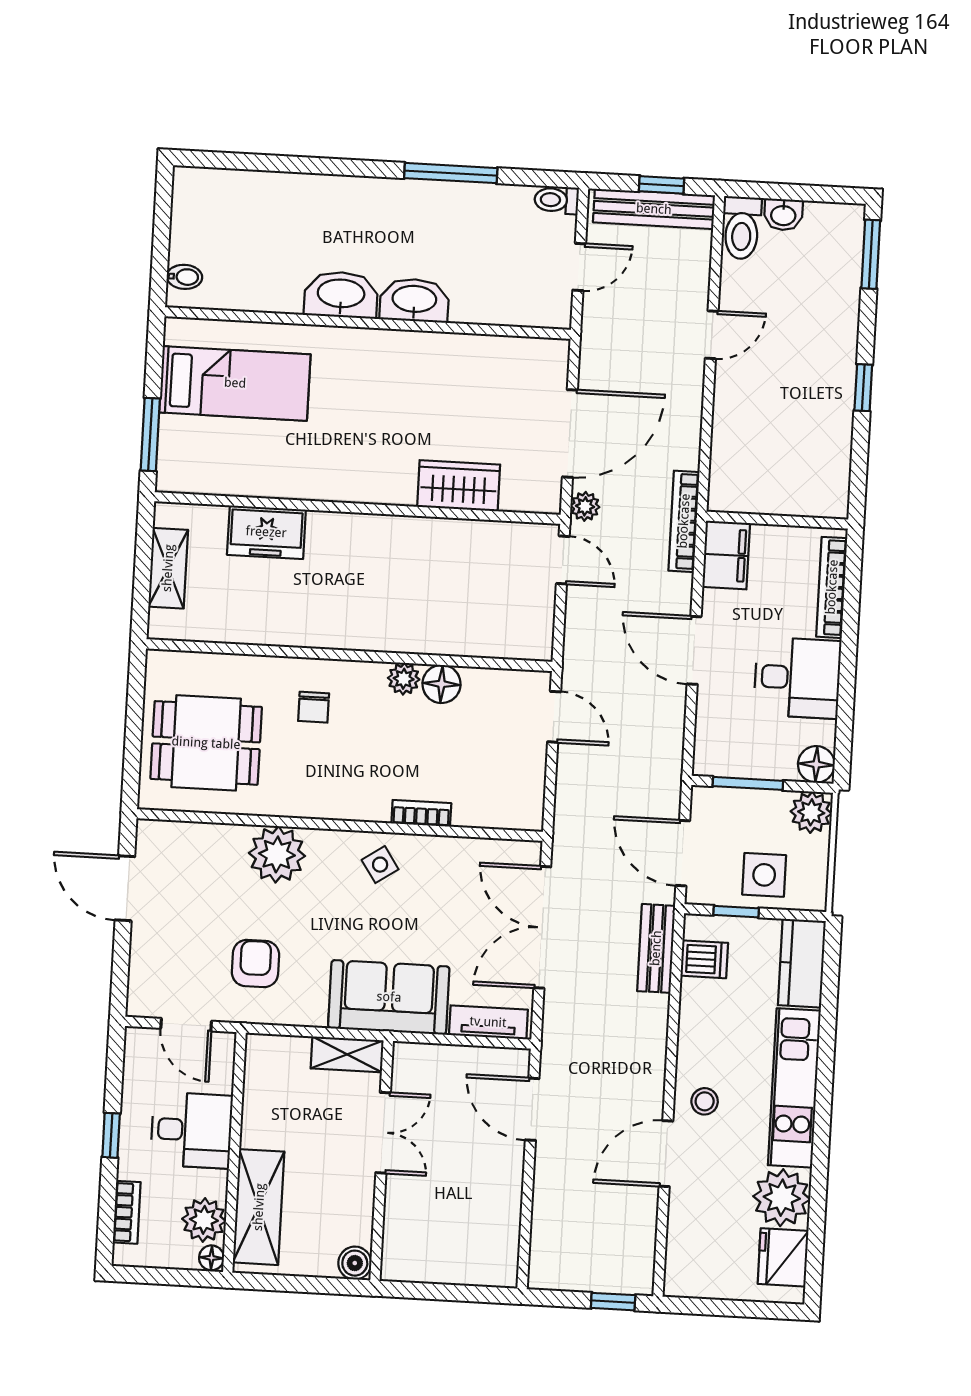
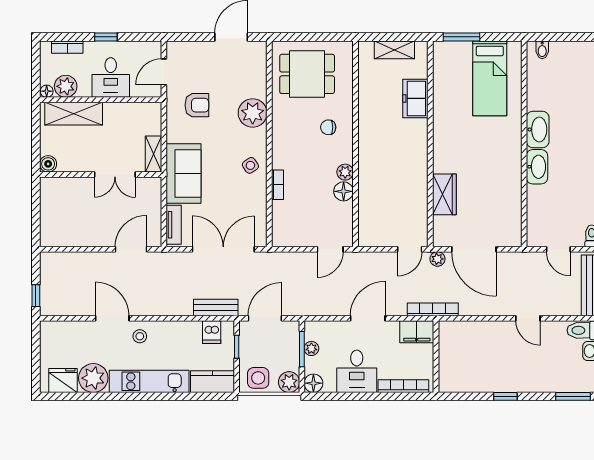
dining table: (206, 743) -> (307, 74), turned 90
plant: (748, 765) -> (311, 348), added
side table: (764, 875) -> (258, 378), moved

